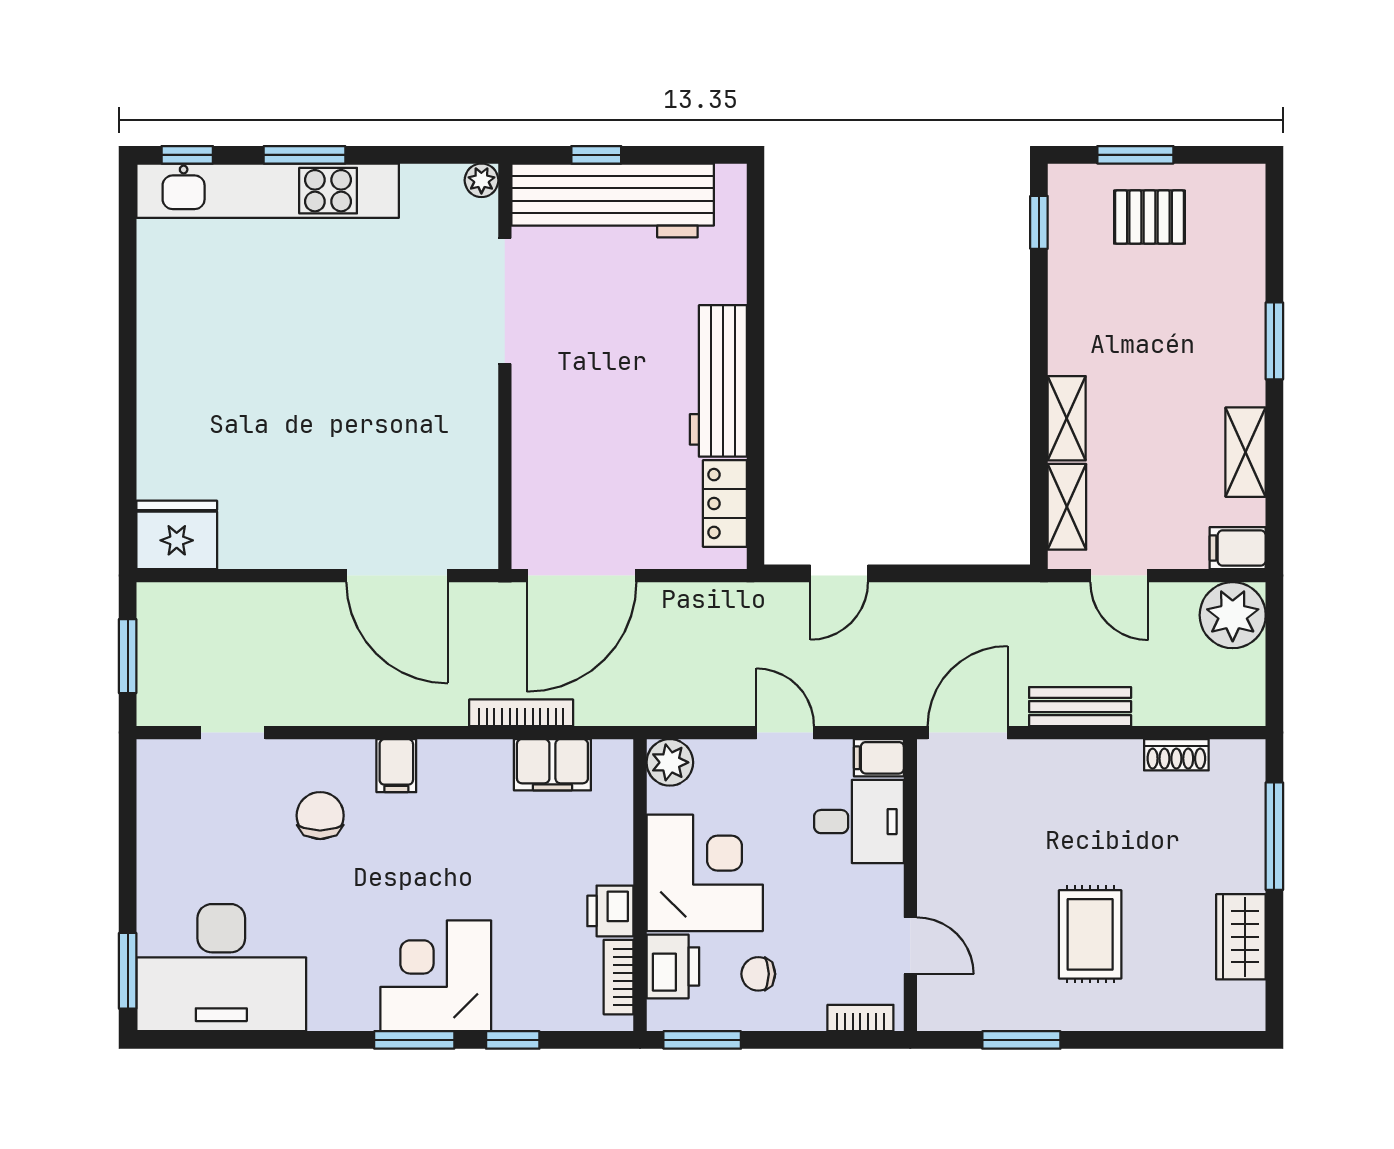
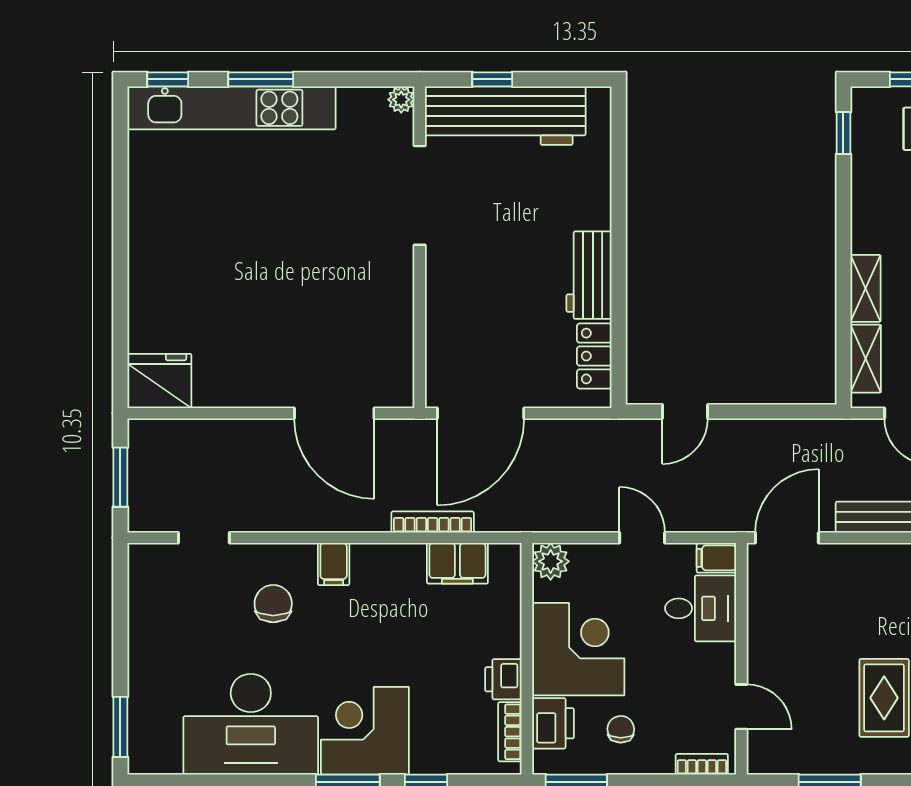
workbench: (718, 381) -> (589, 275), width x0.73
desk: (221, 968) -> (251, 724), moved
chair: (758, 974) -> (621, 729), turned 91

